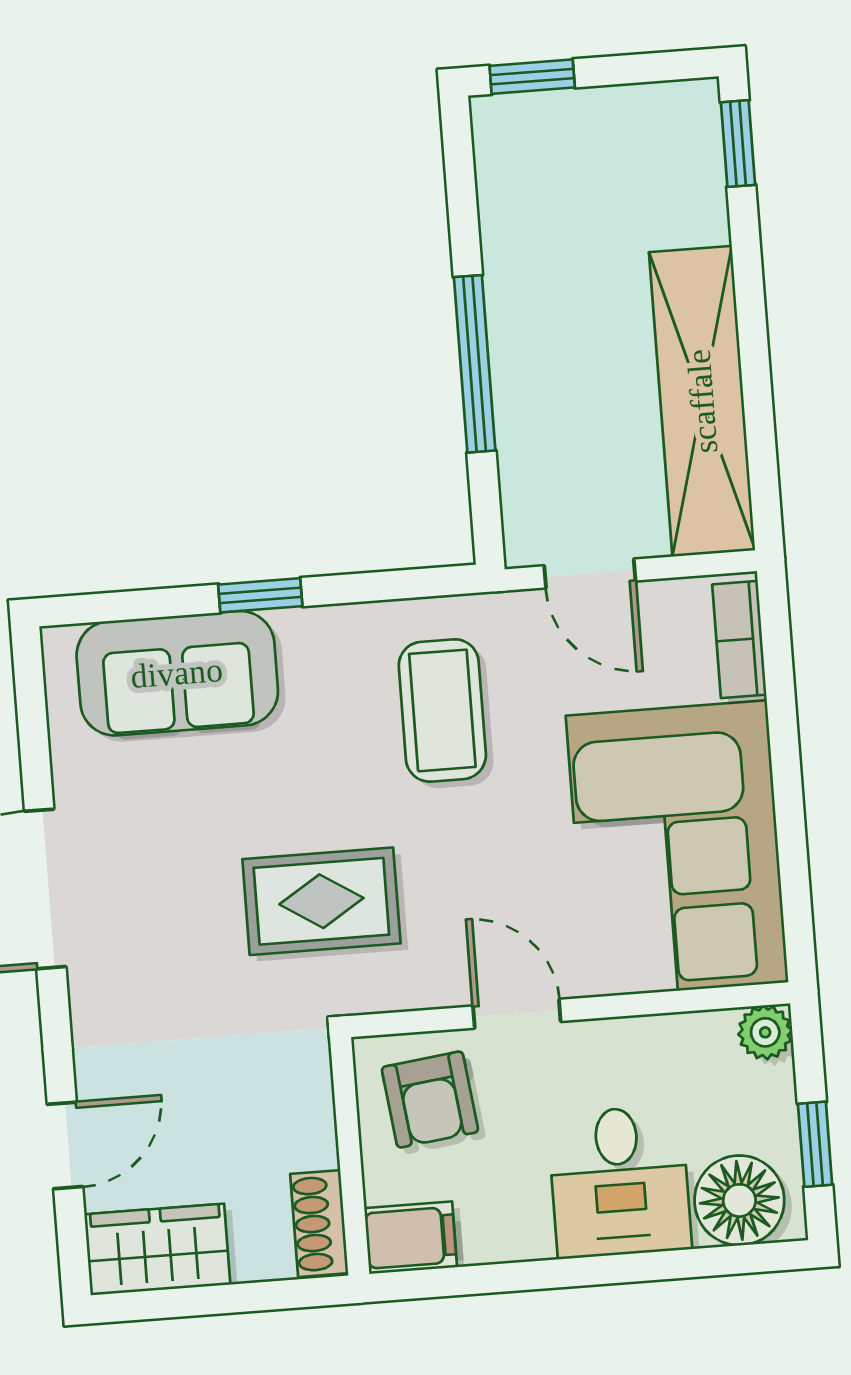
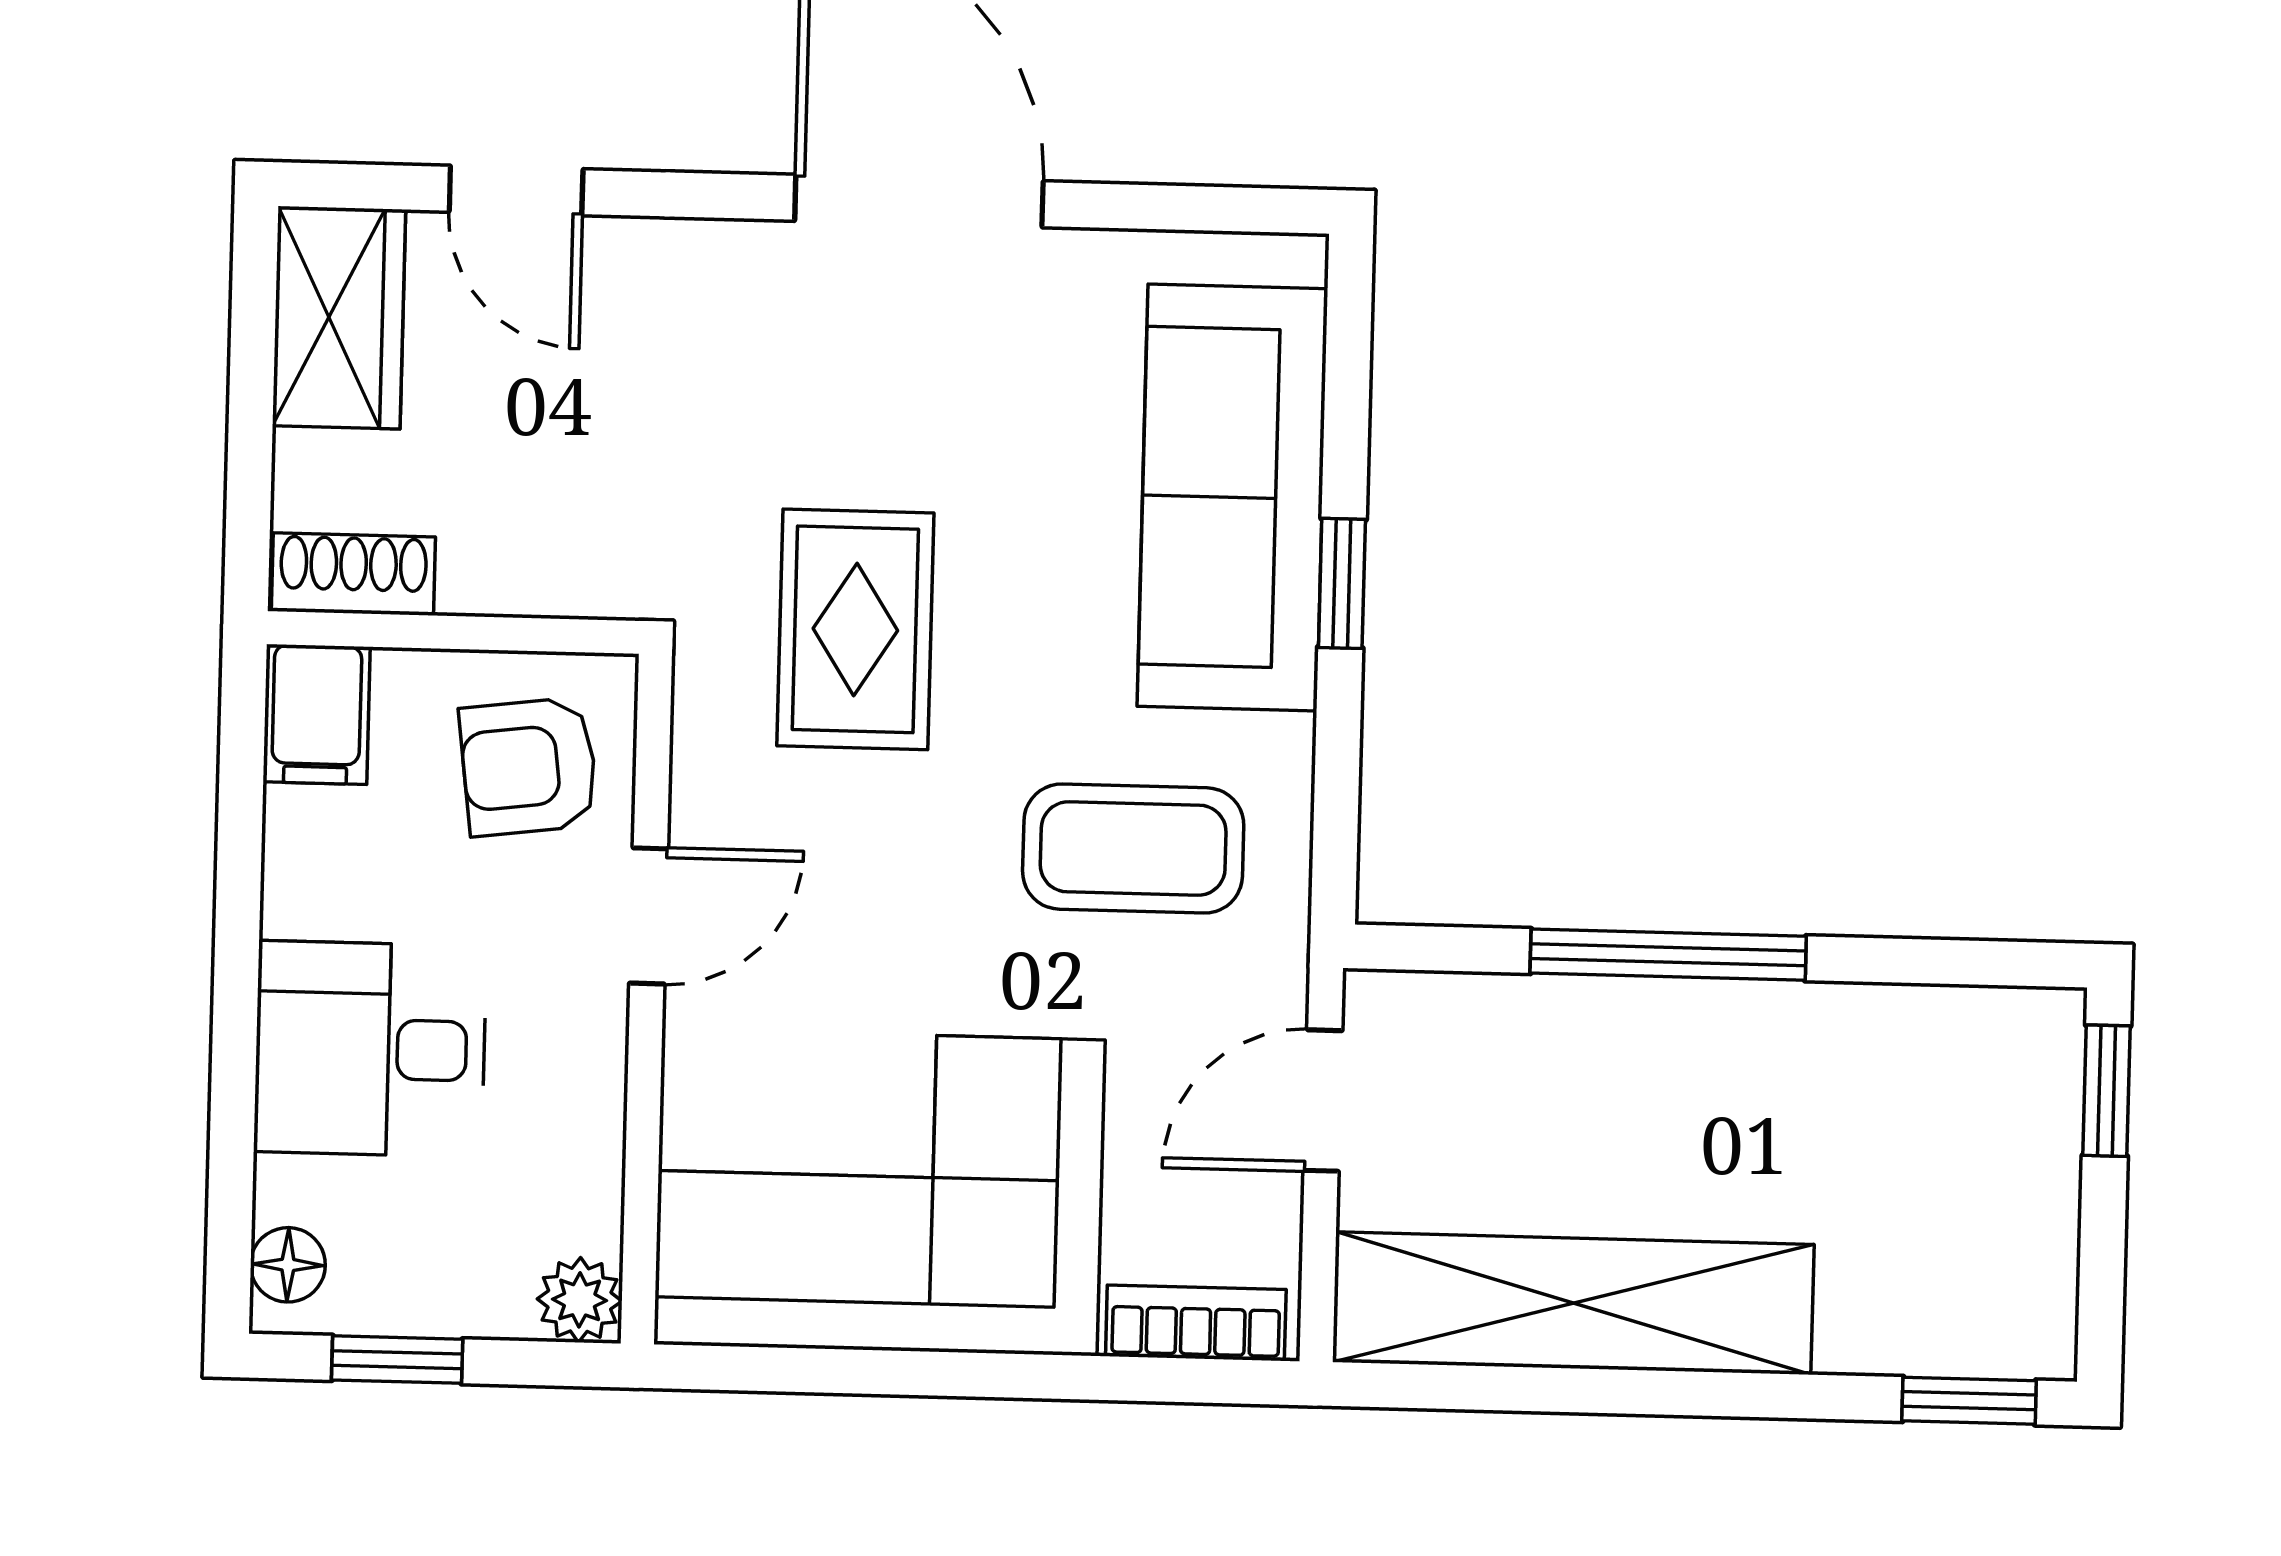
sofa: (177, 673) -> (1232, 498), width x1.36
floor lamp: (739, 1200) -> (288, 1265), width x0.53, depth x0.53

